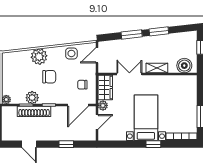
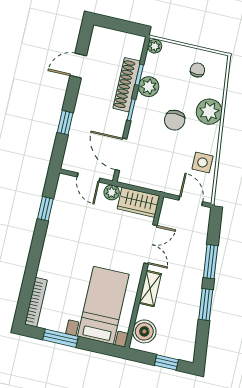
chair: (82, 85) -> (197, 70), moved
bed with nightstands: (146, 118) -> (103, 305), moved, turned -90
window: (153, 144) -> (45, 209), moved

